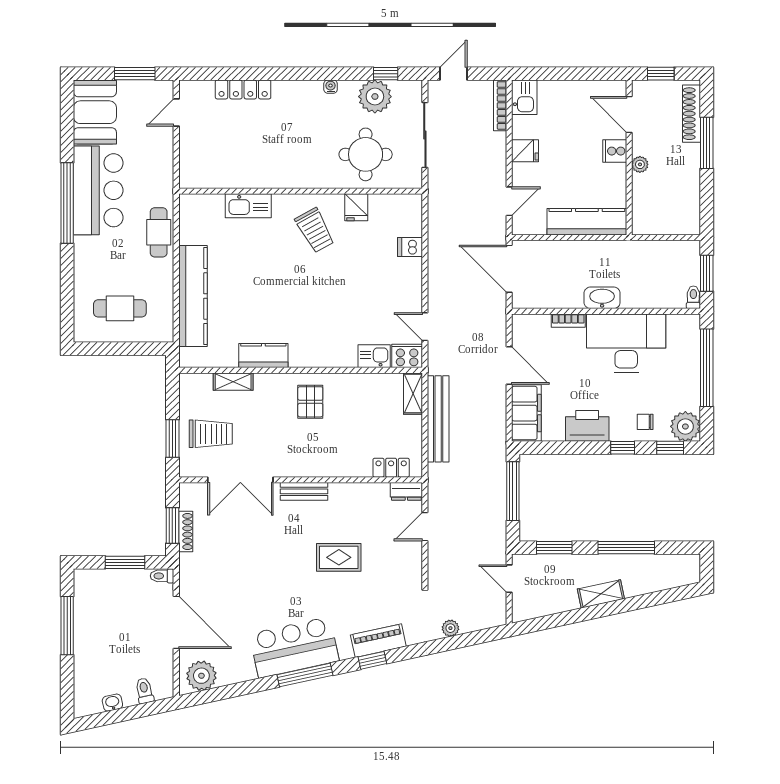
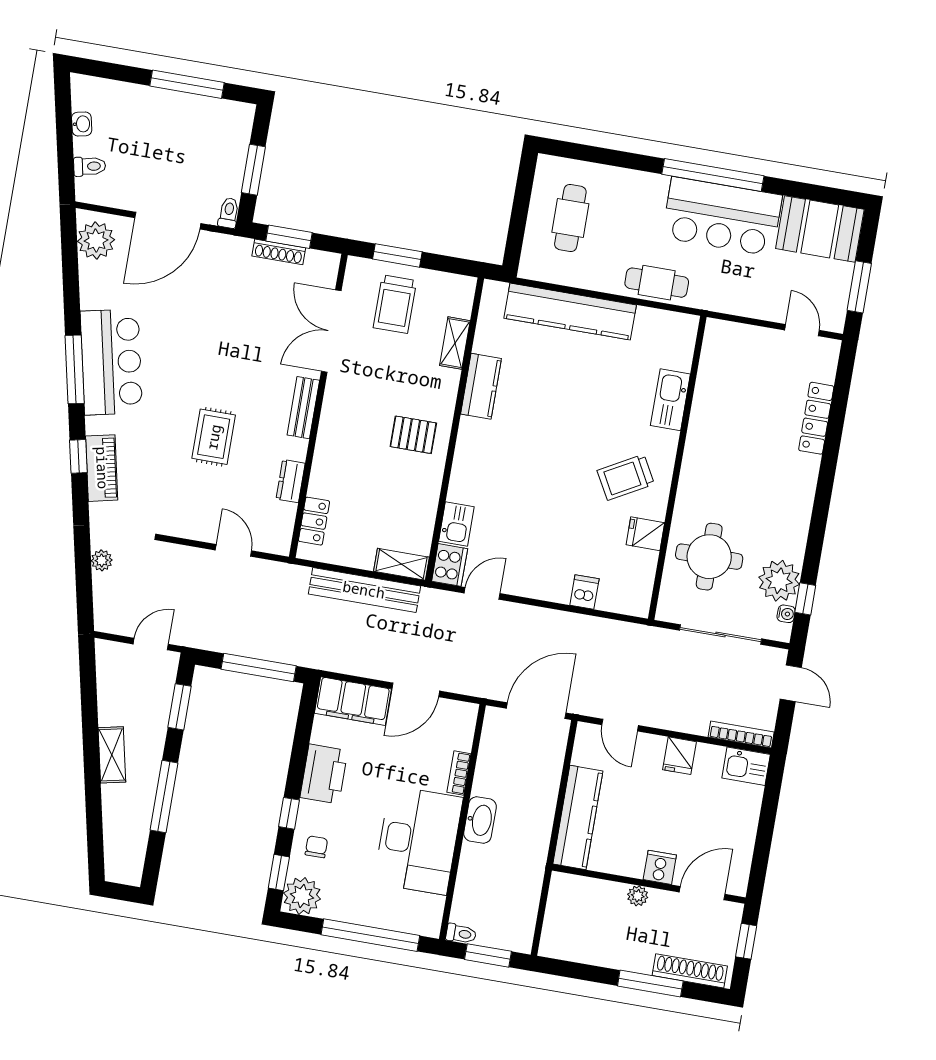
water cooler: (331, 87) -> (786, 614), moved
dresser: (406, 491) -> (291, 481), moved

